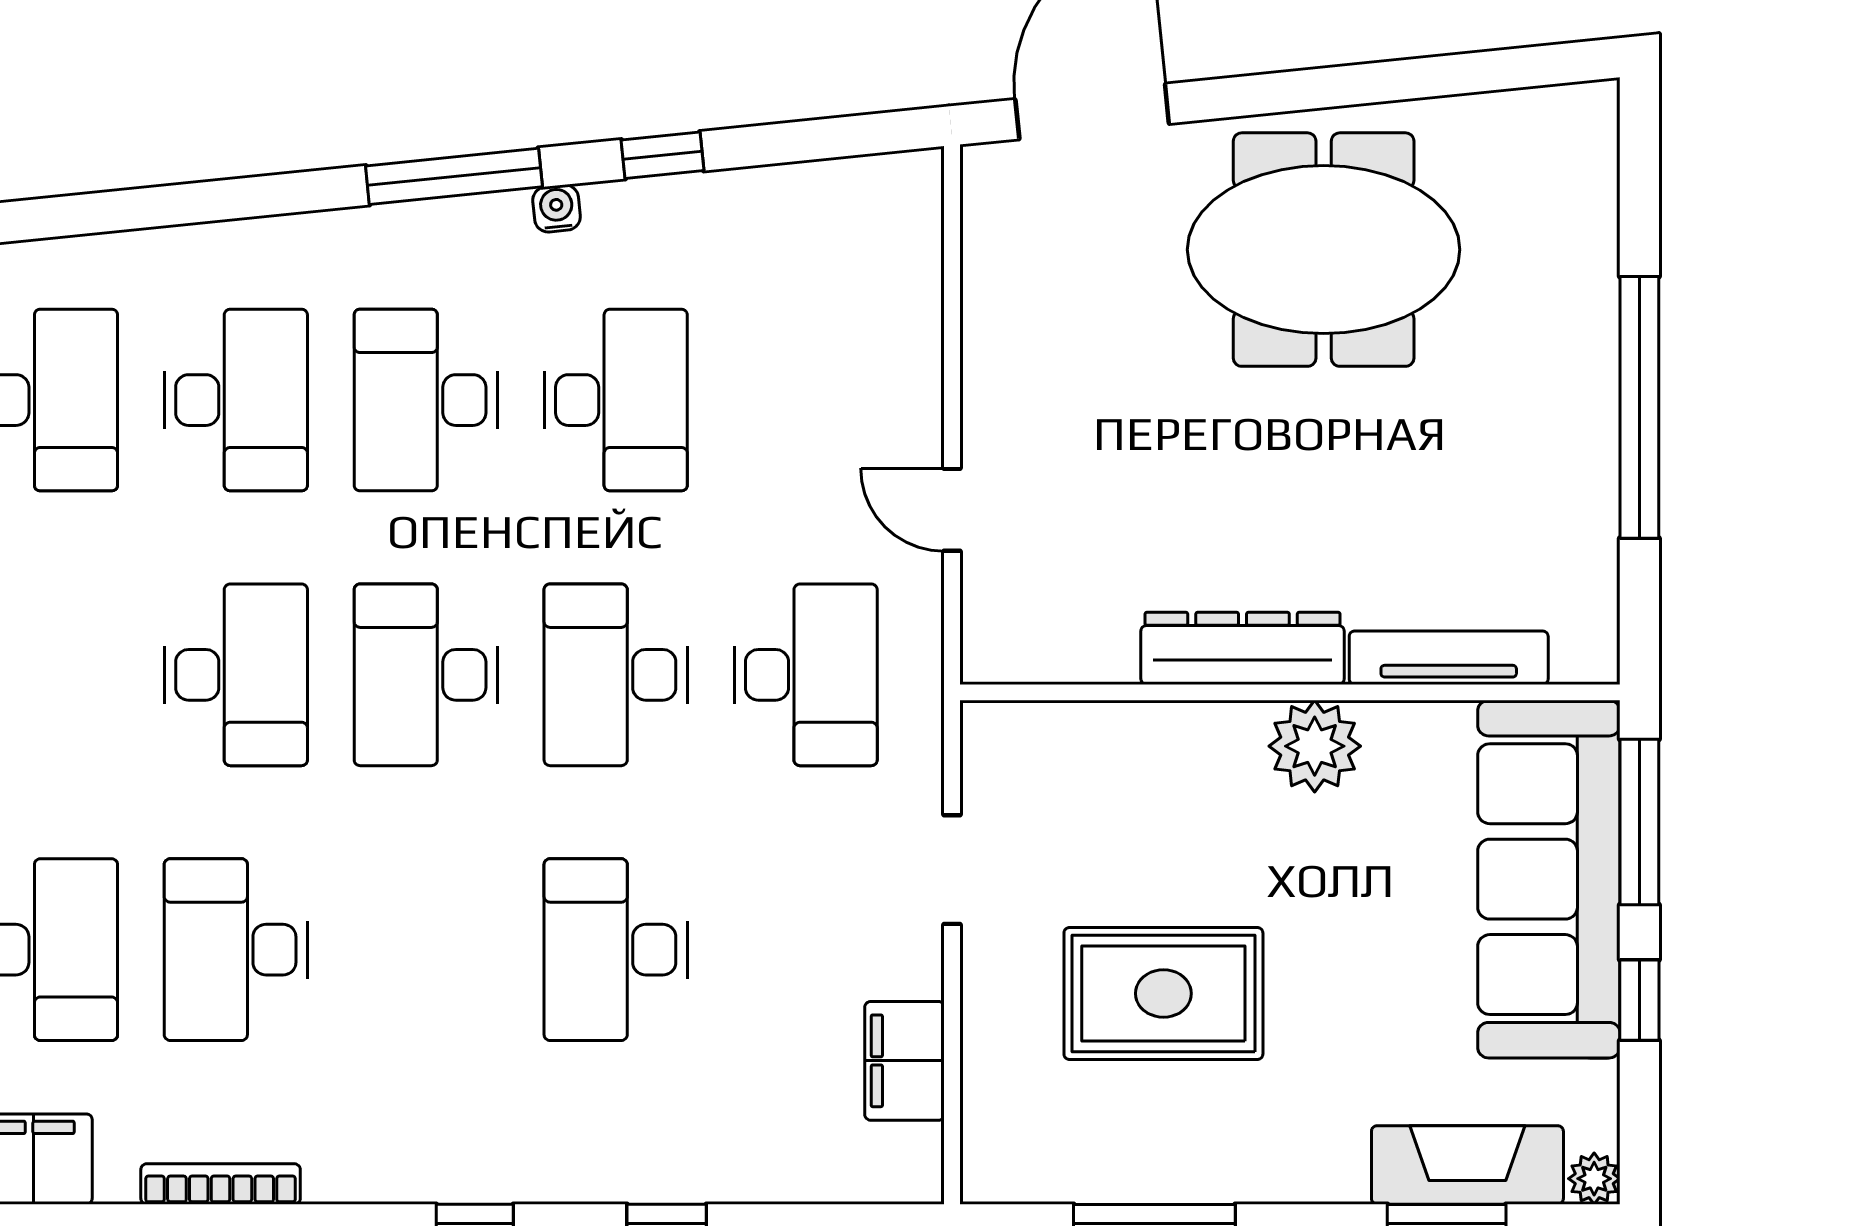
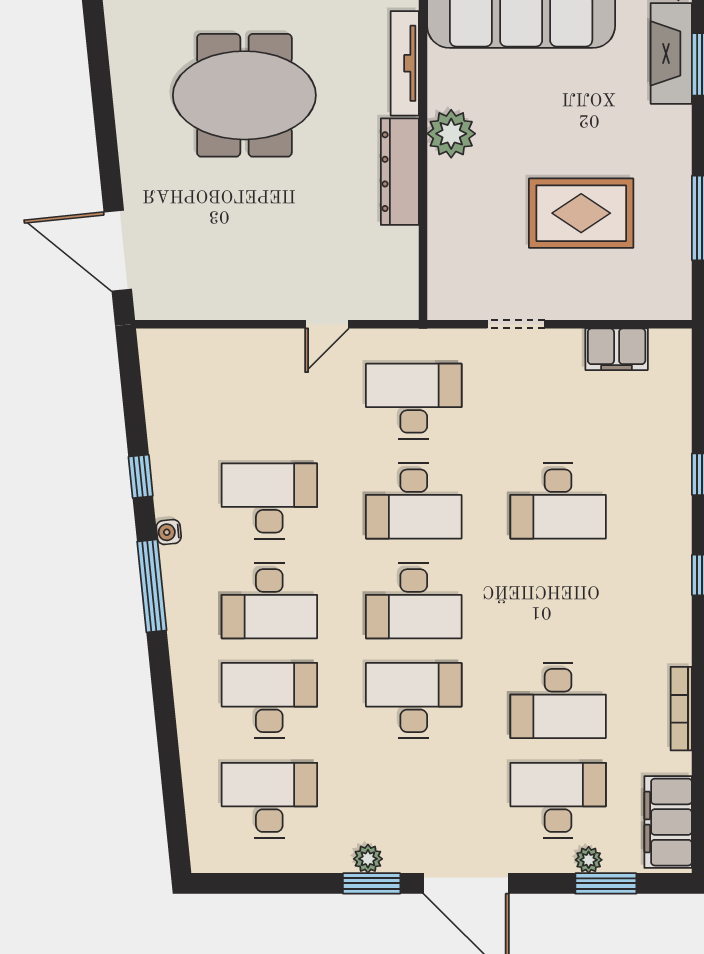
meeting table: (1324, 250) -> (244, 95), moved, turned 90
rug: (1163, 993) -> (581, 213), turned 90

